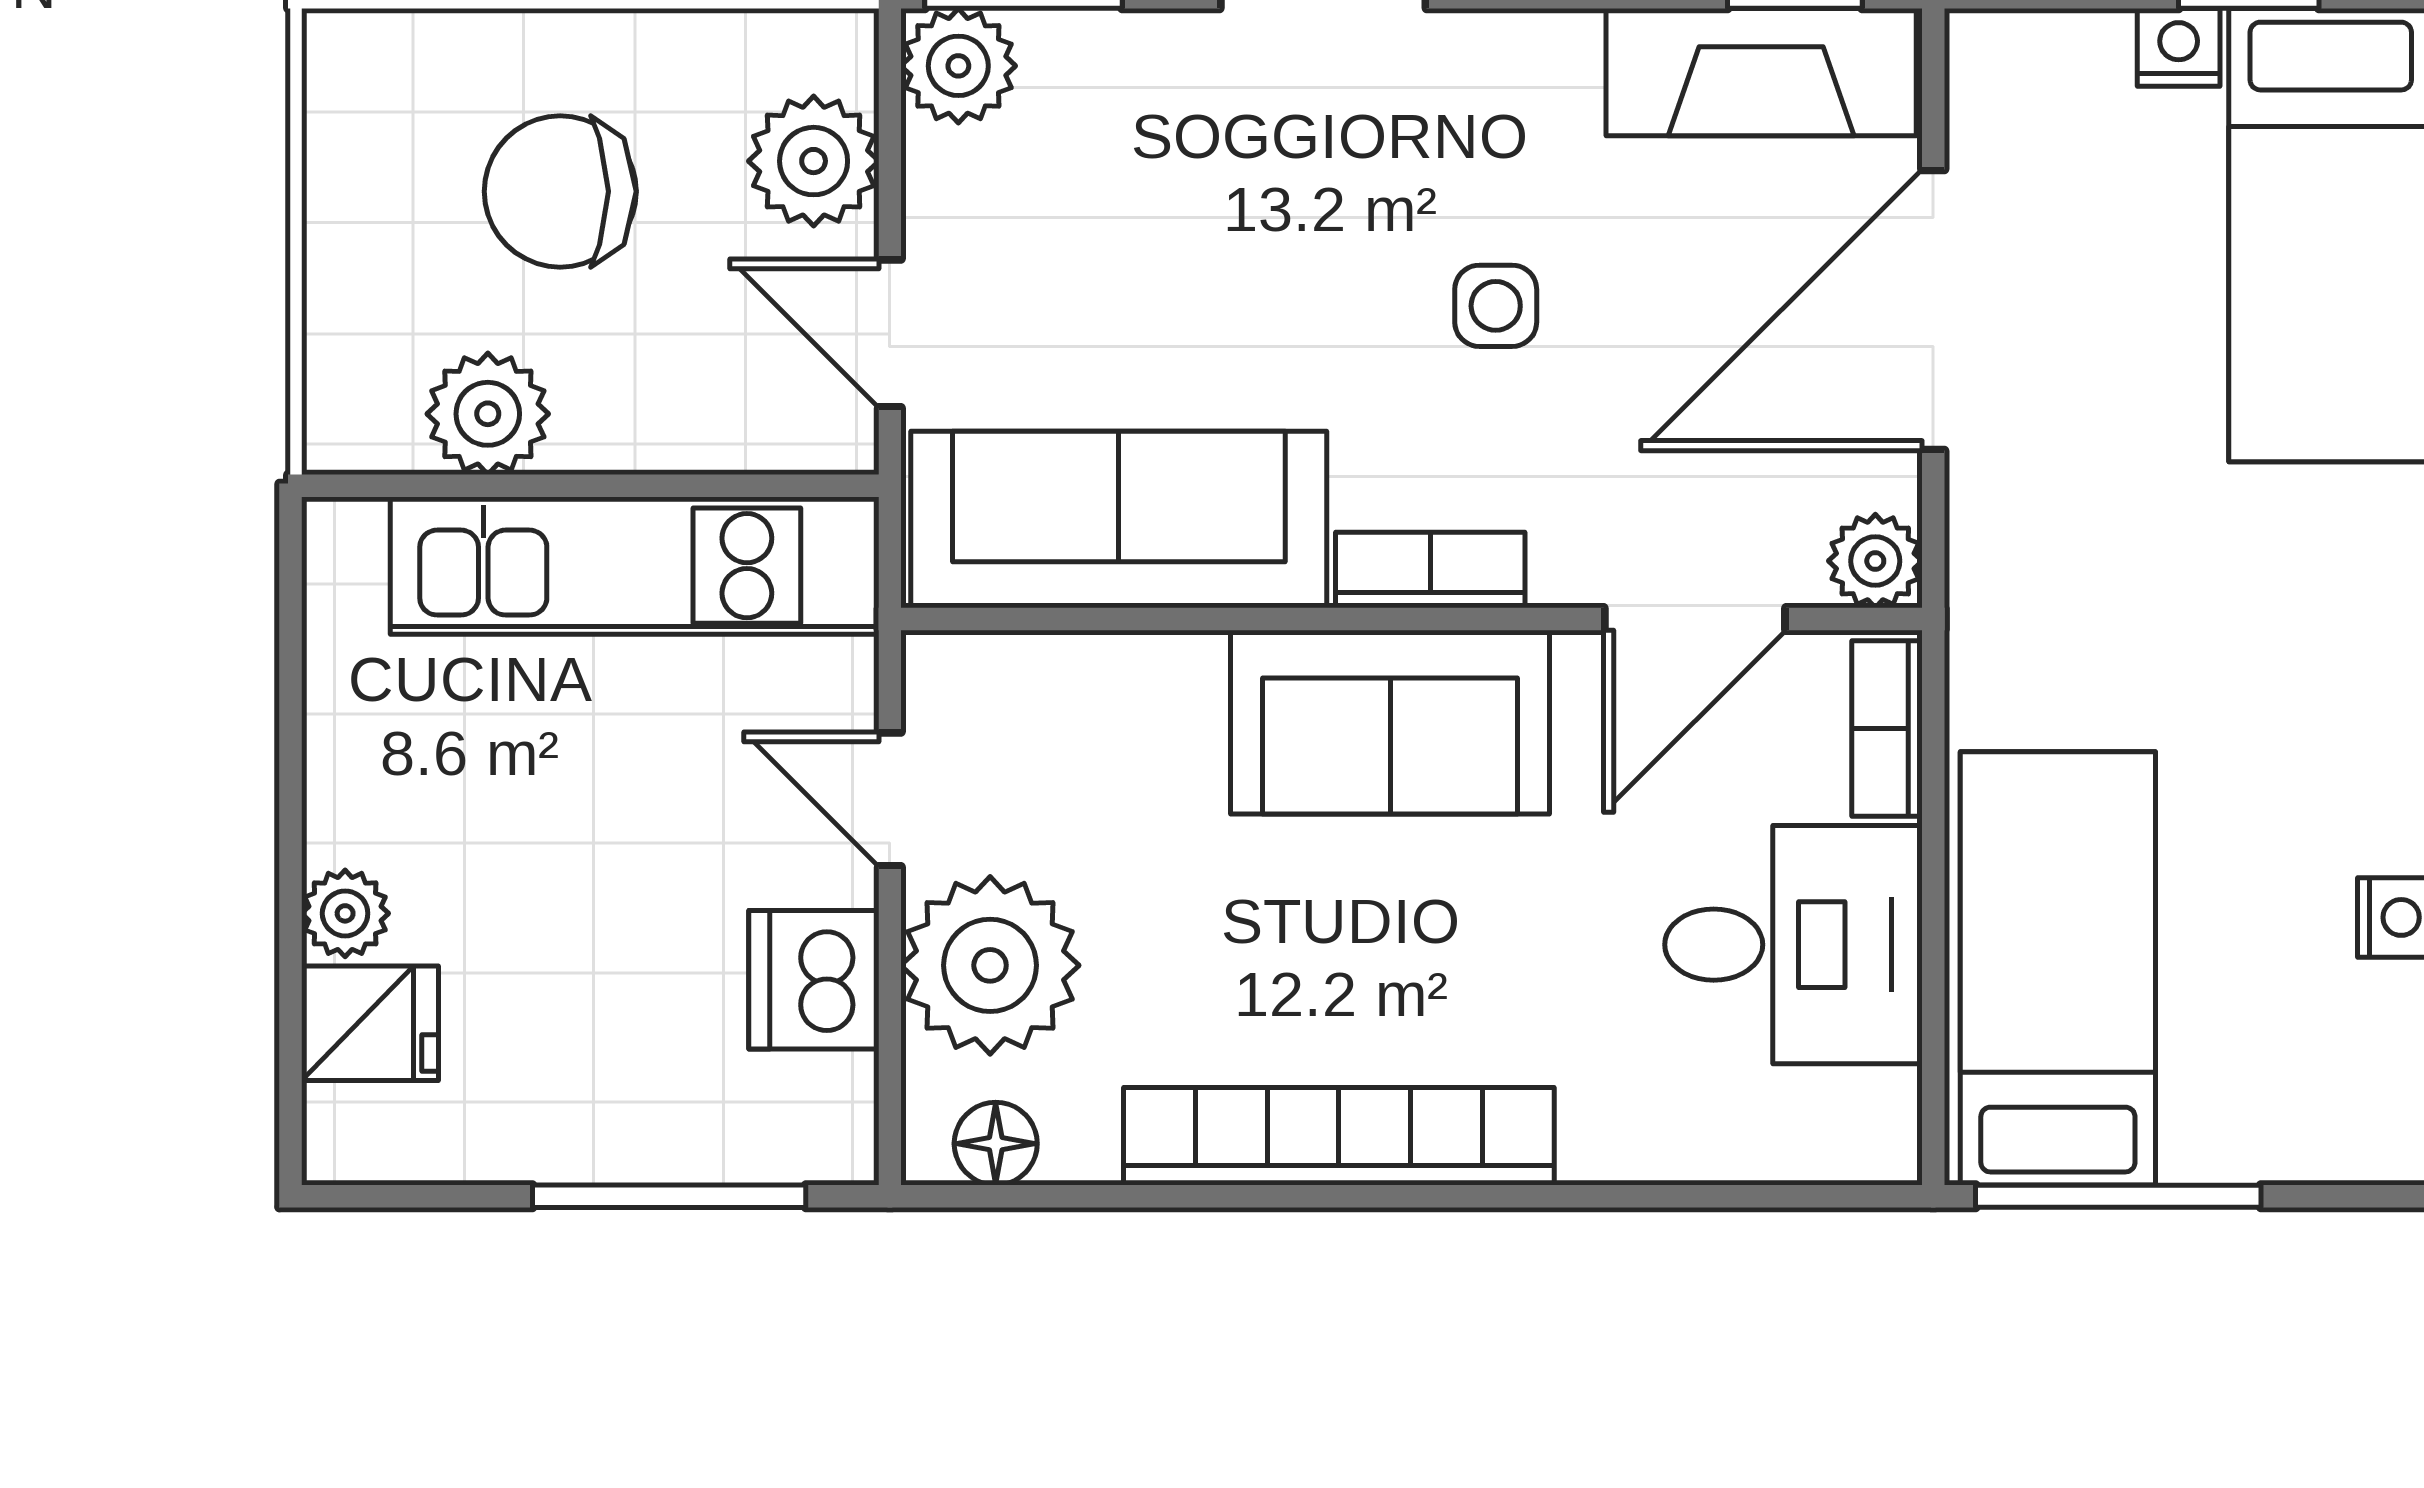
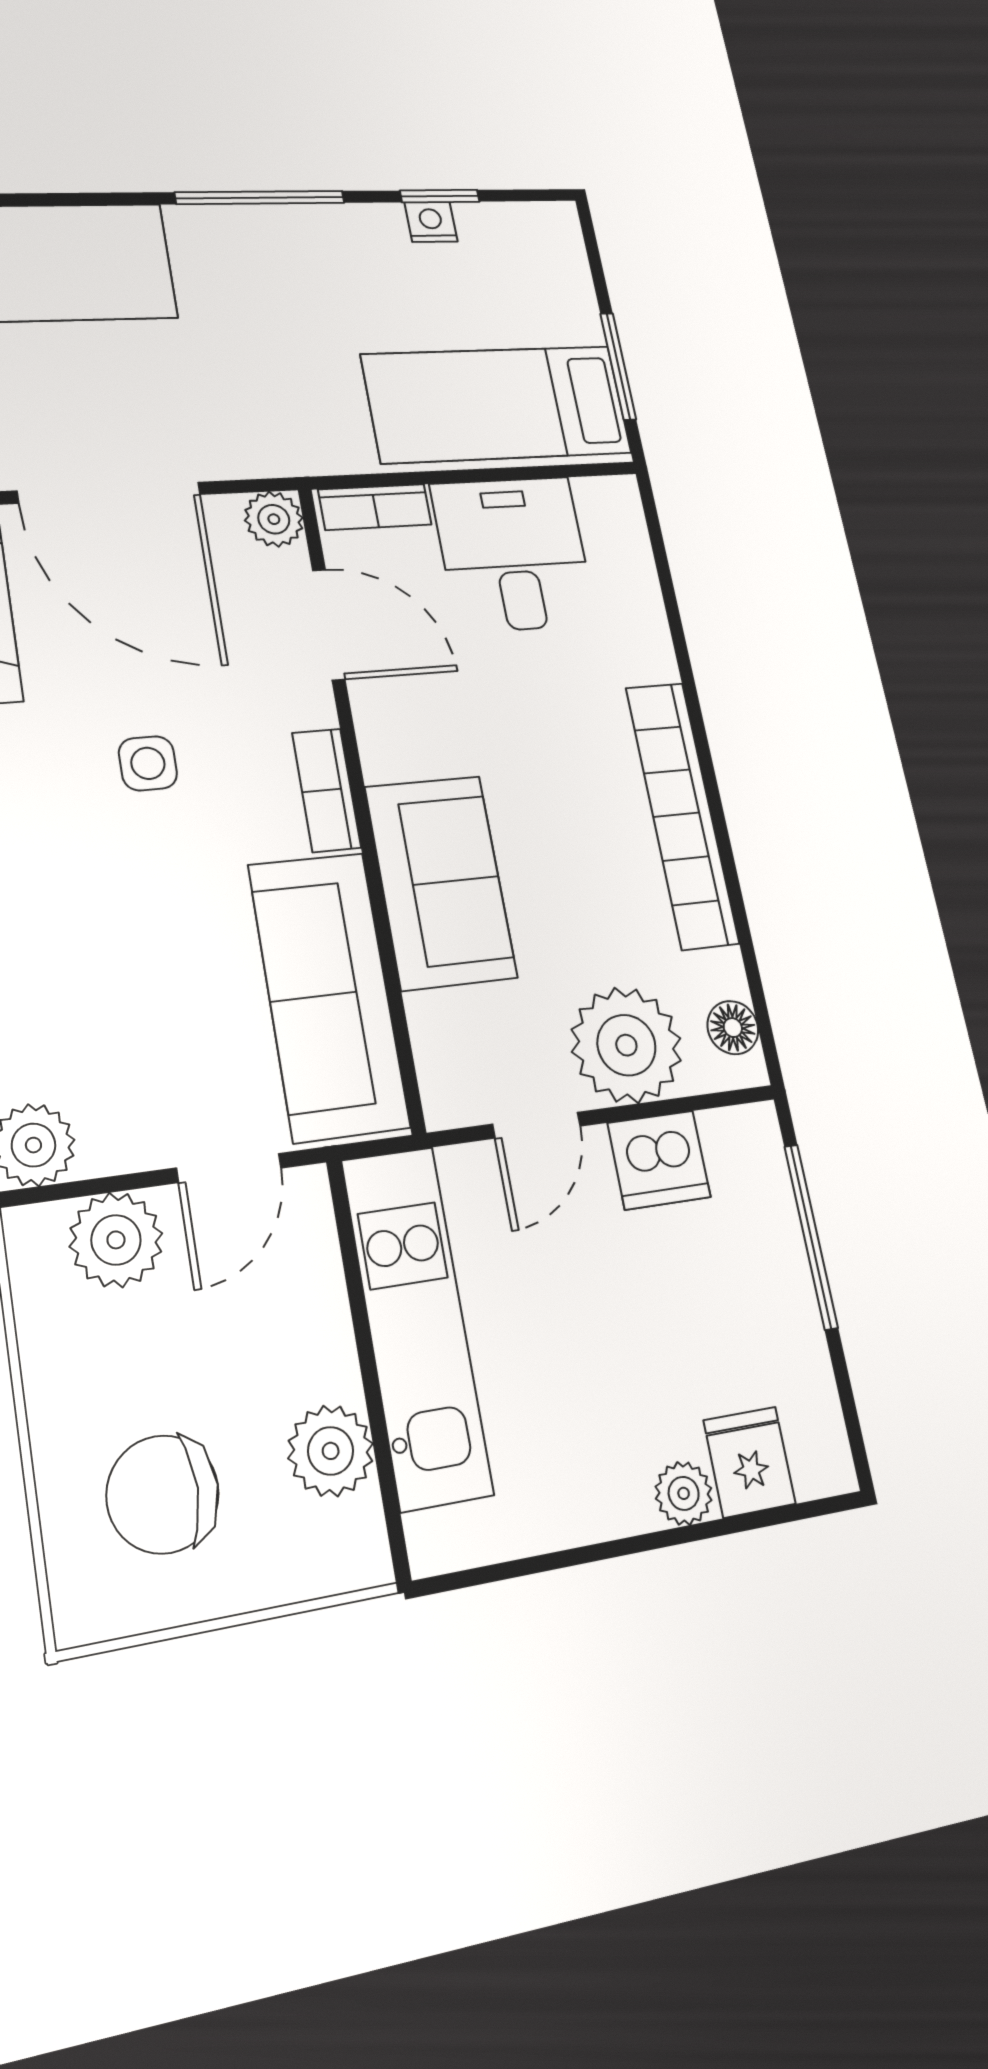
chair: (560, 191) -> (163, 1494), moved, turned 90
sofa: (1390, 722) -> (441, 882), moved
window: (2118, 1196) -> (618, 366), width x0.69

